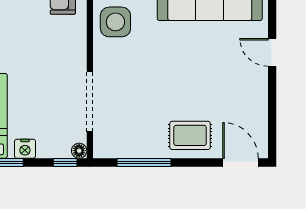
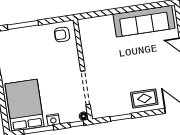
side table: (115, 22) -> (93, 41), removed
window: (144, 162) -> (121, 117), width x0.69

